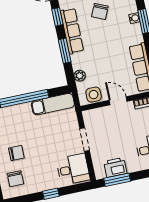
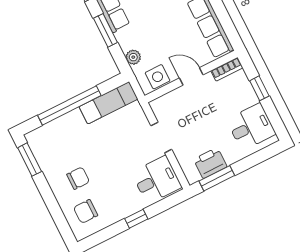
chair: (15, 179) -> (86, 211), turned 90

